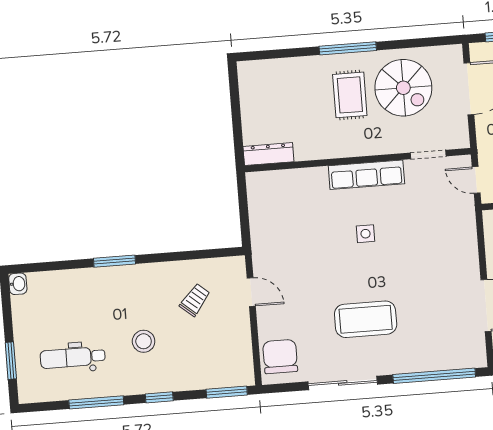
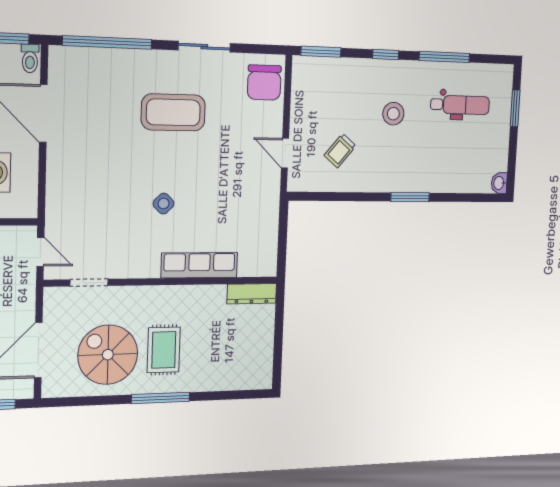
row of seats: (366, 175) -> (199, 265), moved
side table: (366, 234) -> (163, 204), turned 45
sliding door: (343, 383) -> (204, 47), width x0.73

